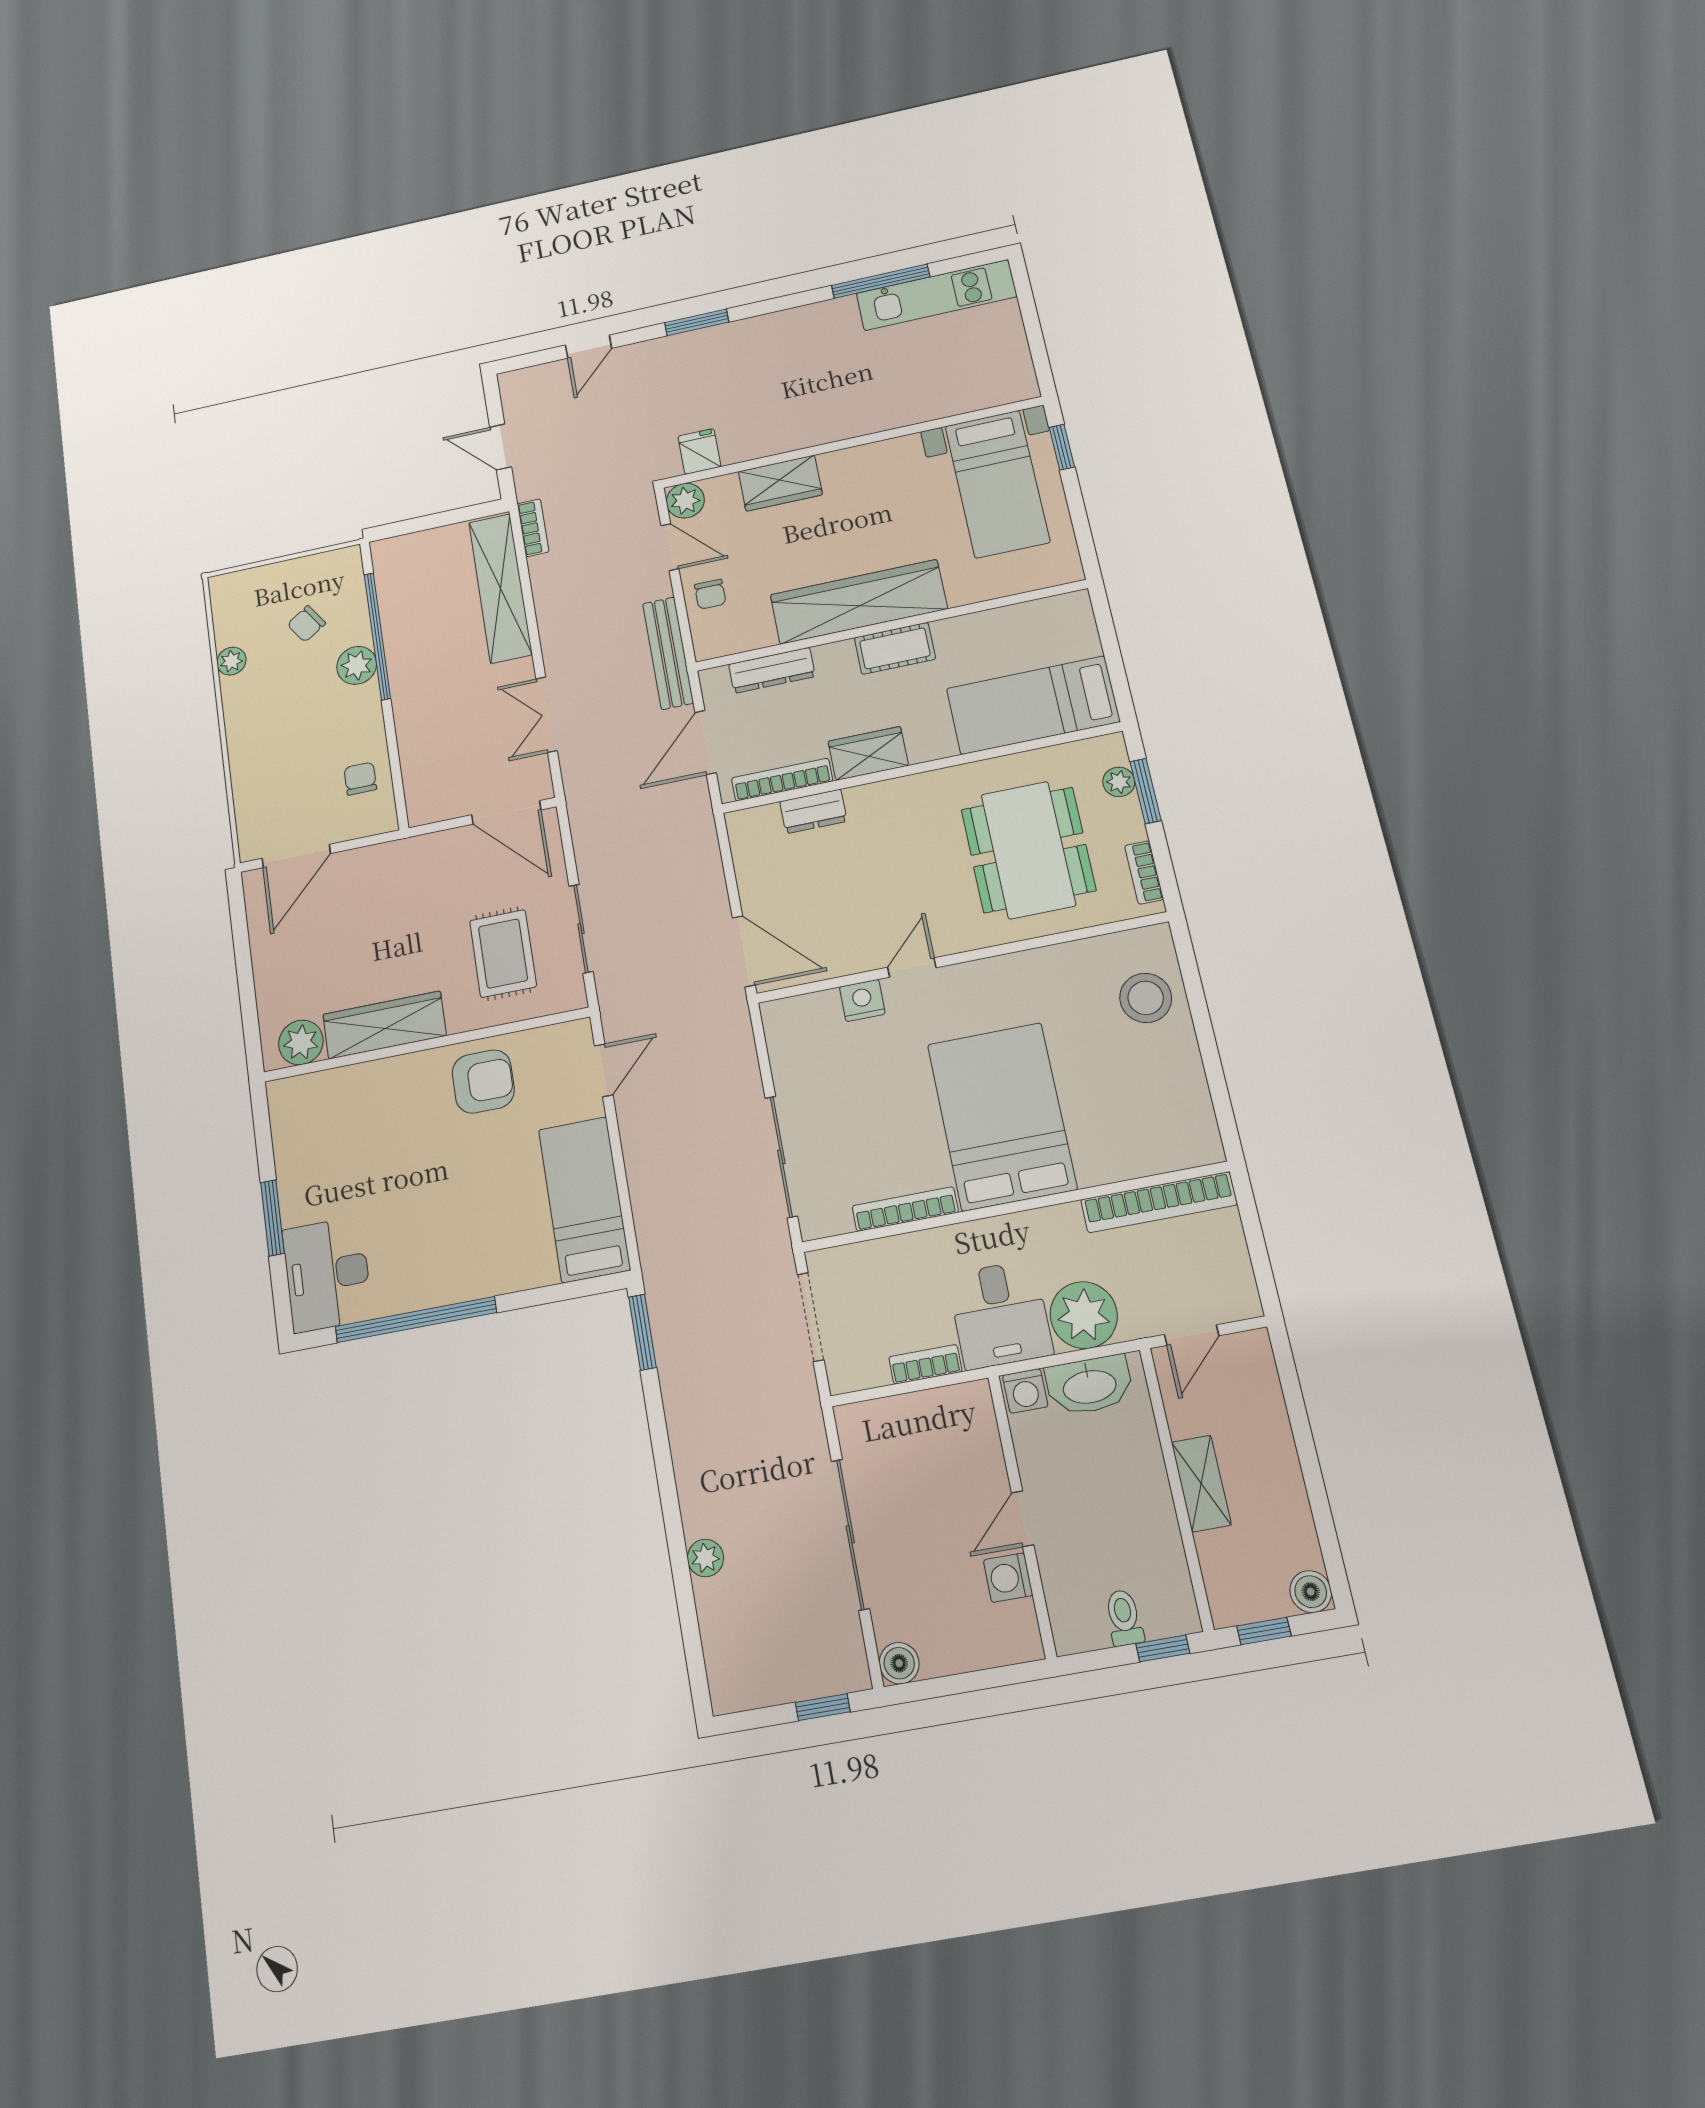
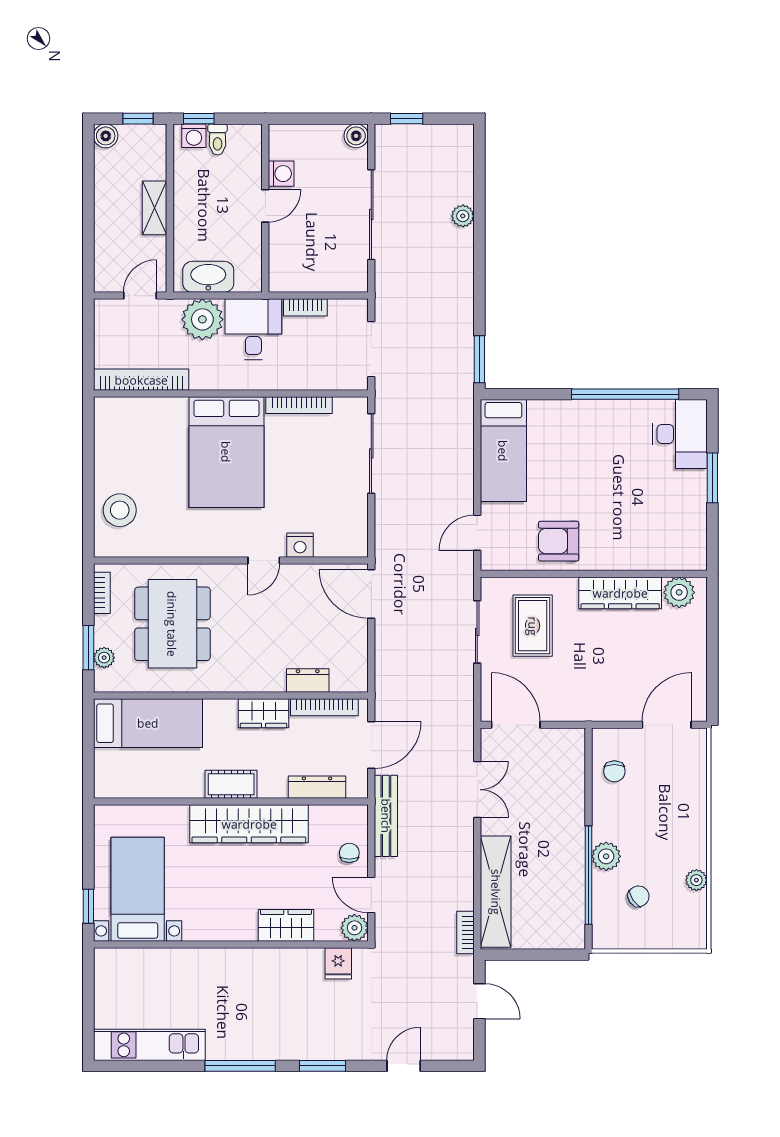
window: (881, 281) -> (240, 1066), moved
washing machine: (1025, 1391) -> (194, 136), moved, turned 180

